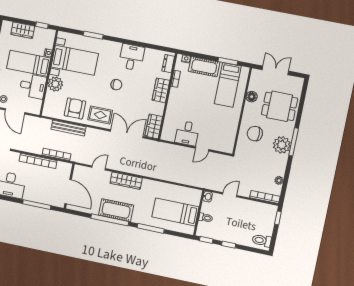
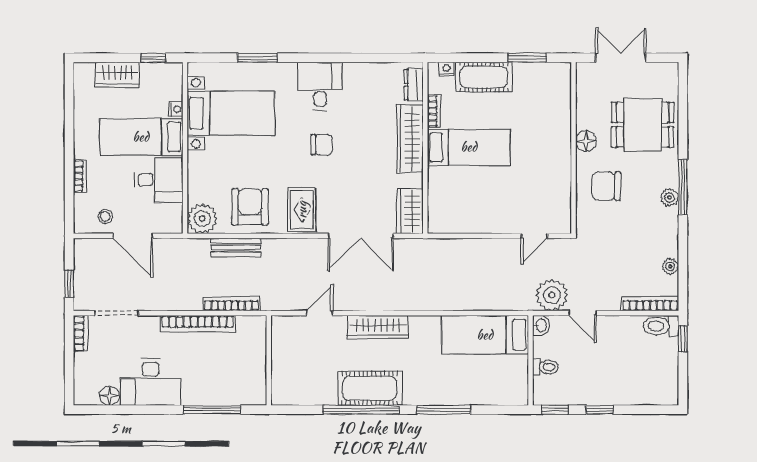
desk: (132, 57) -> (320, 86), moved
plant: (55, 84) -> (202, 219), moved
bed: (228, 85) -> (469, 147), moved, turned -90
wardrobe: (161, 90) -> (410, 139), width x1.50
floor lamp: (252, 97) -> (586, 141), moved
rug: (100, 115) -> (302, 210), turned 90
bench: (68, 128) -> (236, 248), width x0.73
desk: (187, 133) -> (477, 211), removed
double door: (127, 134) -> (361, 236), swing flipped
plant: (282, 145) -> (669, 197), width x0.53, depth x0.53
door: (202, 149) -> (534, 236), moved
plant: (216, 183) -> (552, 295), added
door: (68, 192) -> (269, 372), removed
door: (230, 195) -> (582, 313), swing flipped
bed: (175, 212) -> (485, 335), moved
toilet: (262, 240) -> (661, 326), moved

